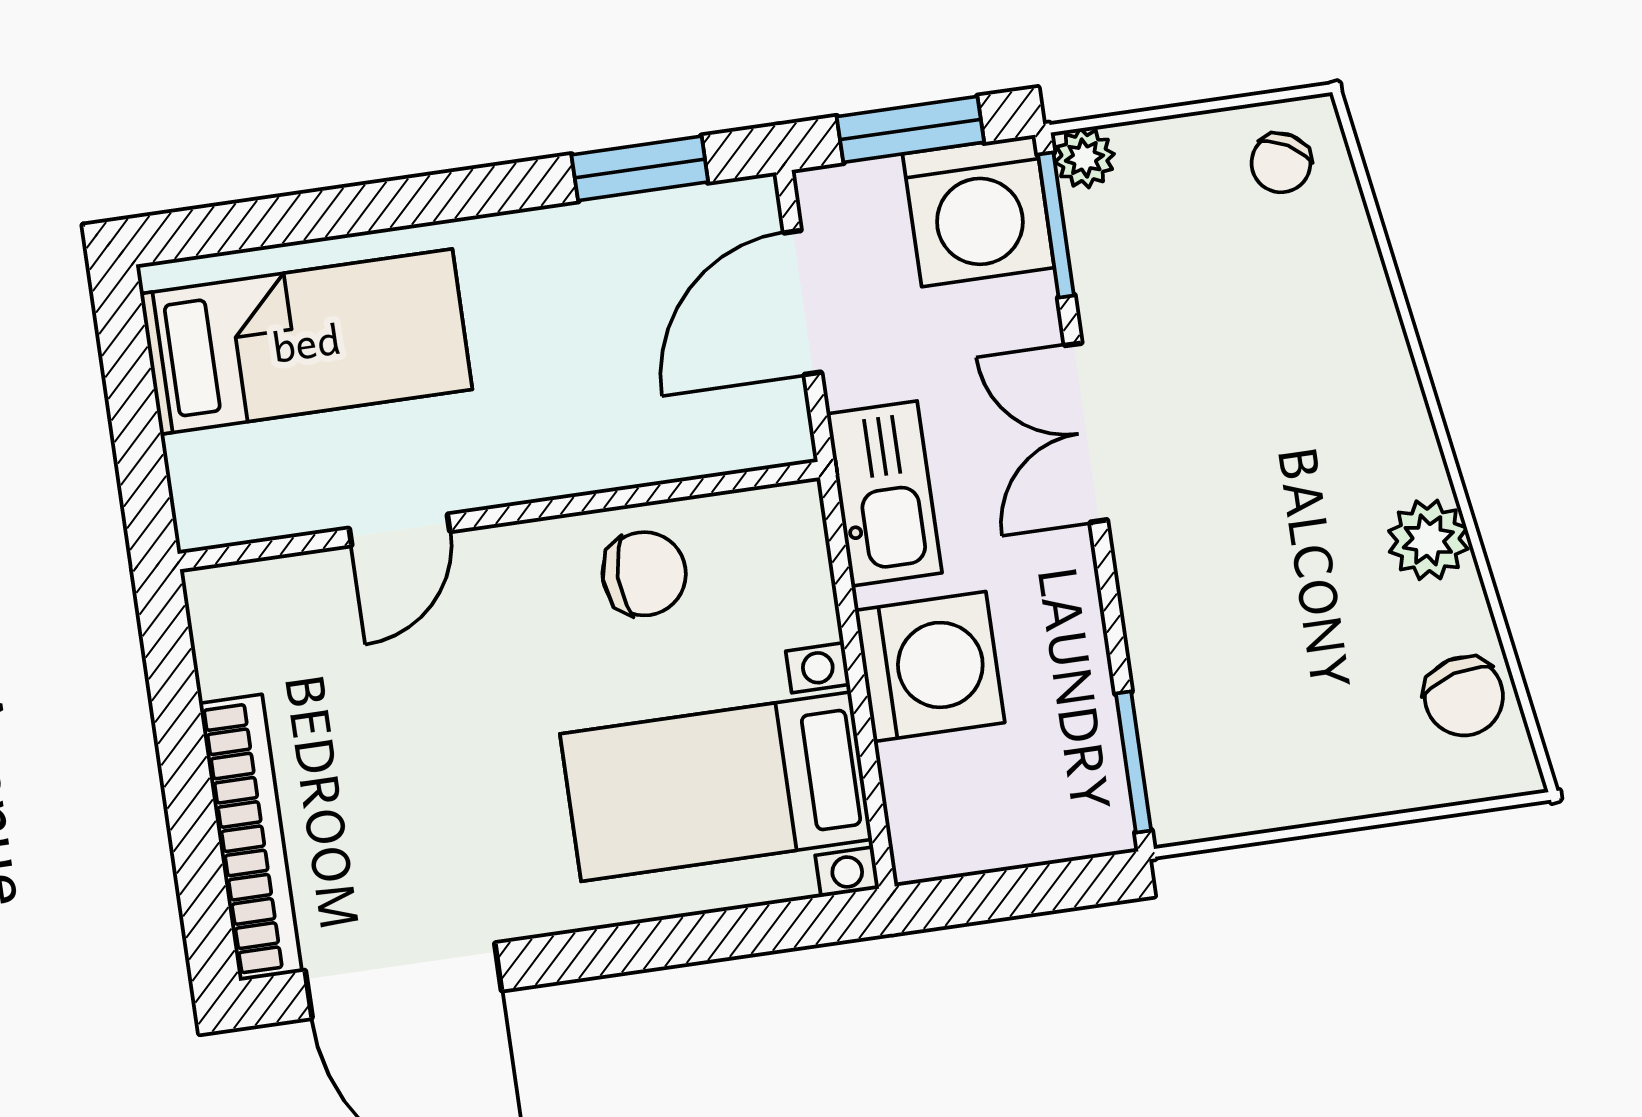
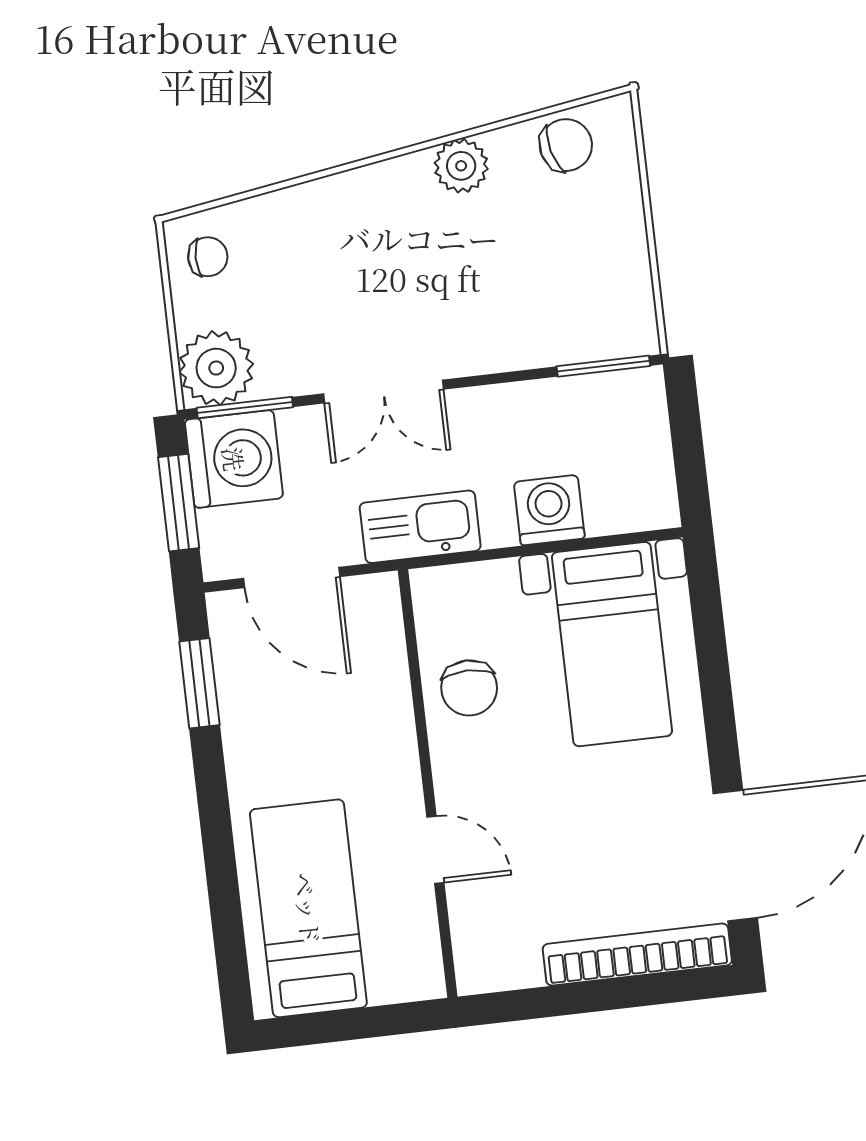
plant: (1084, 158) -> (216, 368), width x1.88, depth x1.88
chair: (1281, 163) -> (208, 257), turned -30
chair: (644, 574) -> (469, 688), turned 180
washing machine: (930, 666) -> (549, 510), width x0.73, depth x0.73

